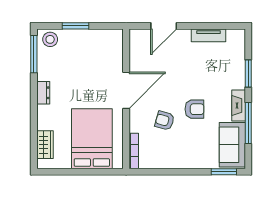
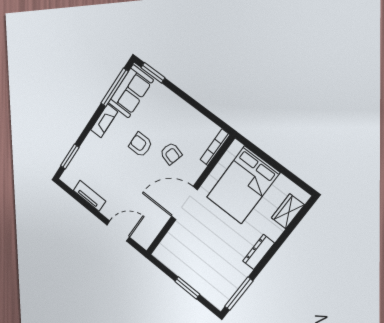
stool: (50, 39) -> (216, 294), removed
window: (248, 74) -> (70, 157), moved
dresser: (43, 93) -> (258, 252), width x1.44
window: (248, 123) -> (115, 87), moved

